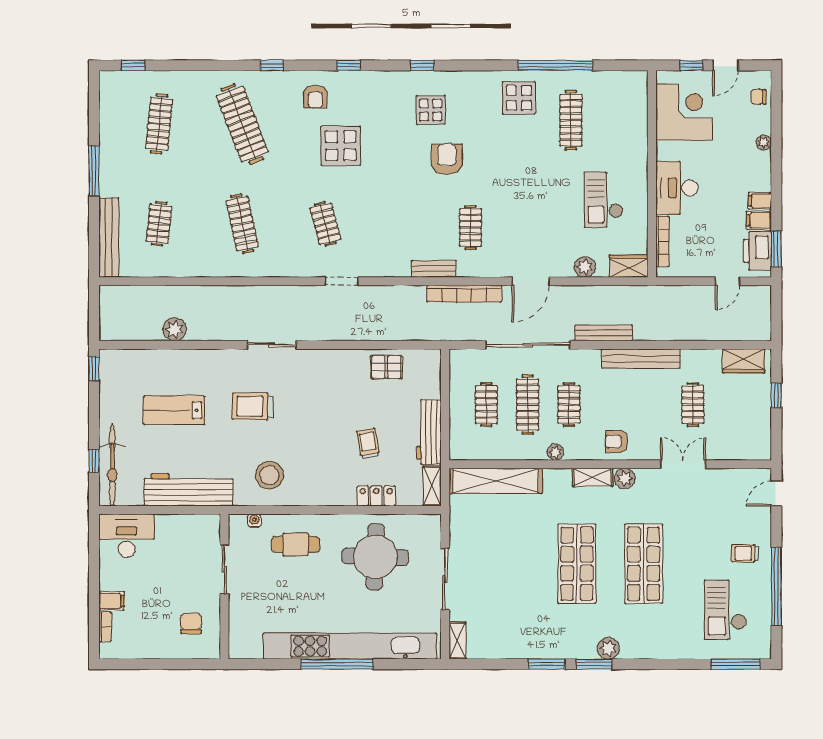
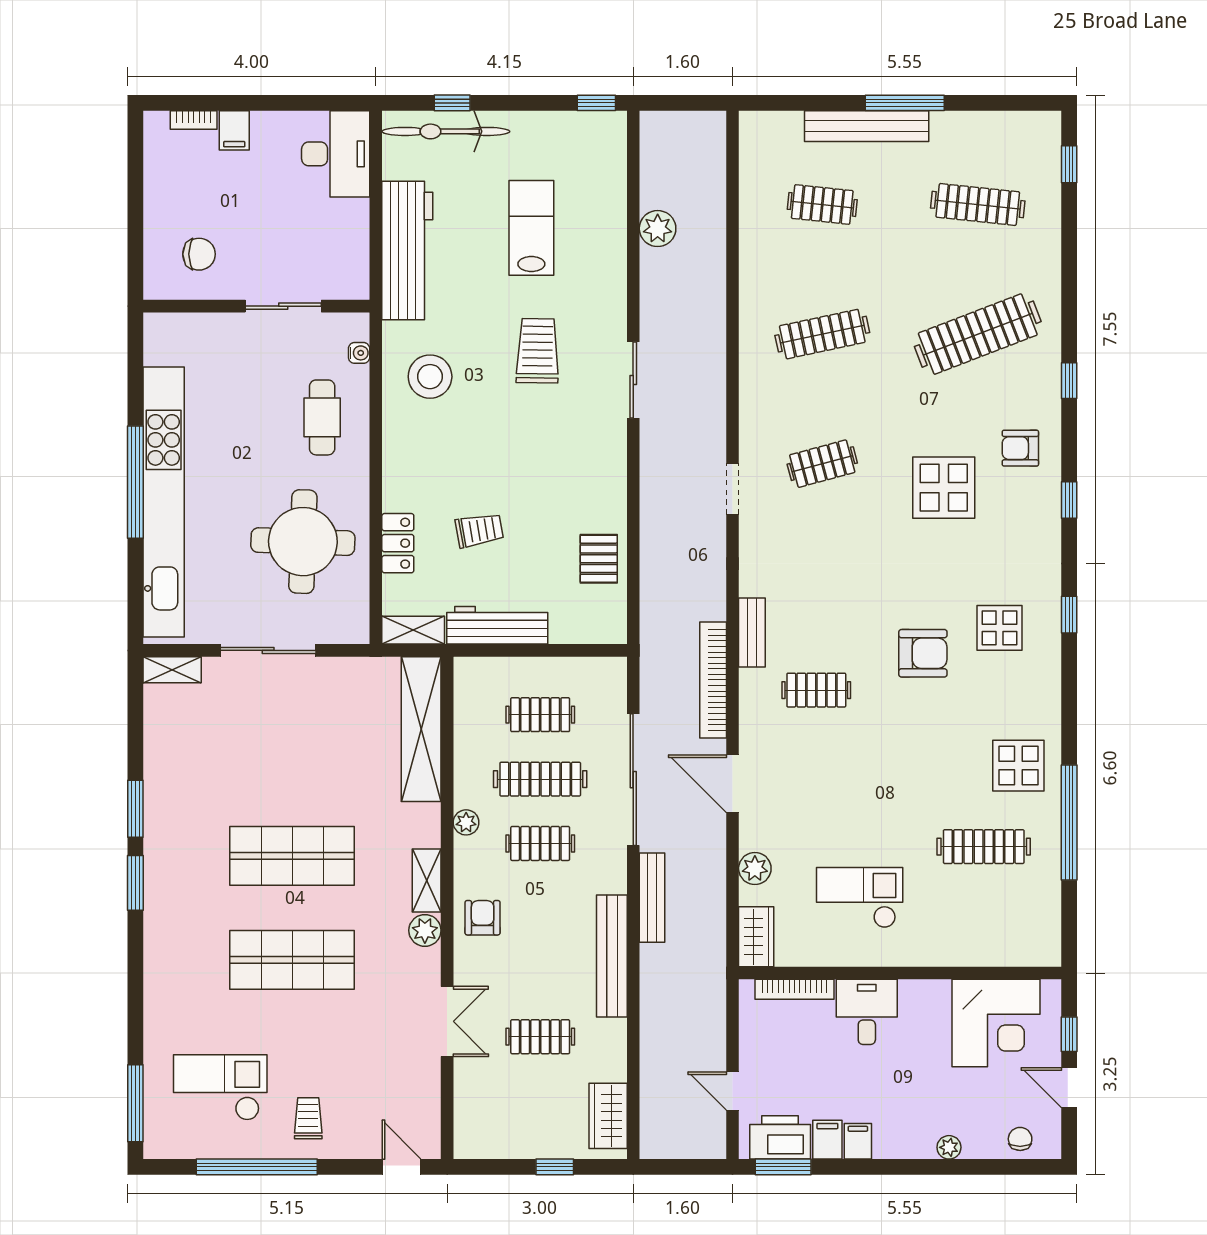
desk: (677, 188) -> (867, 1012), width x0.73
bench: (109, 238) -> (867, 126), moved
plant: (608, 648) -> (160, 905), removed

